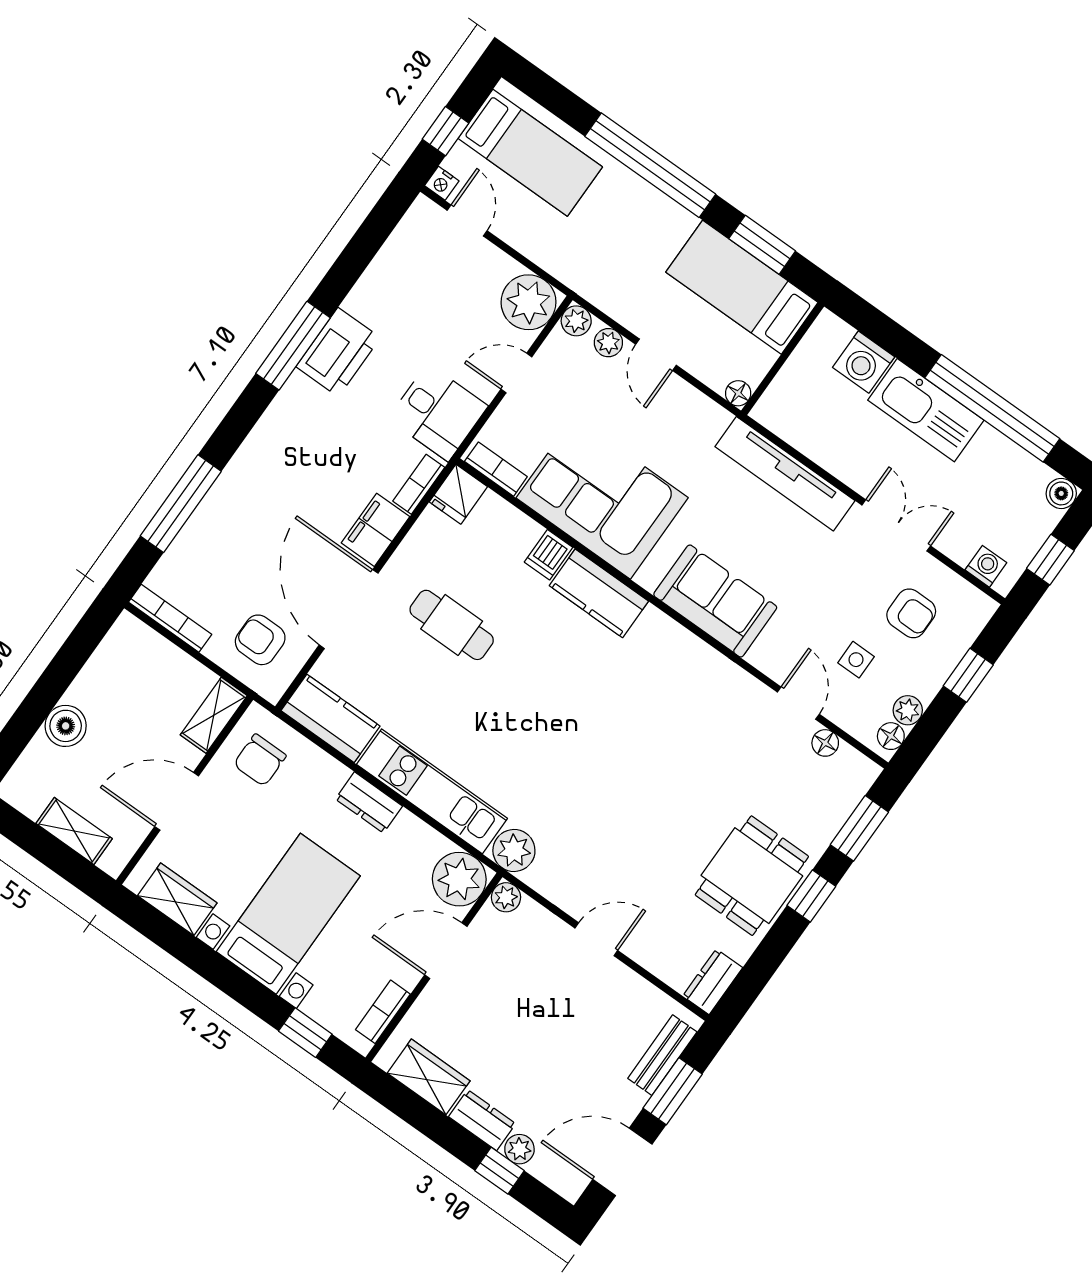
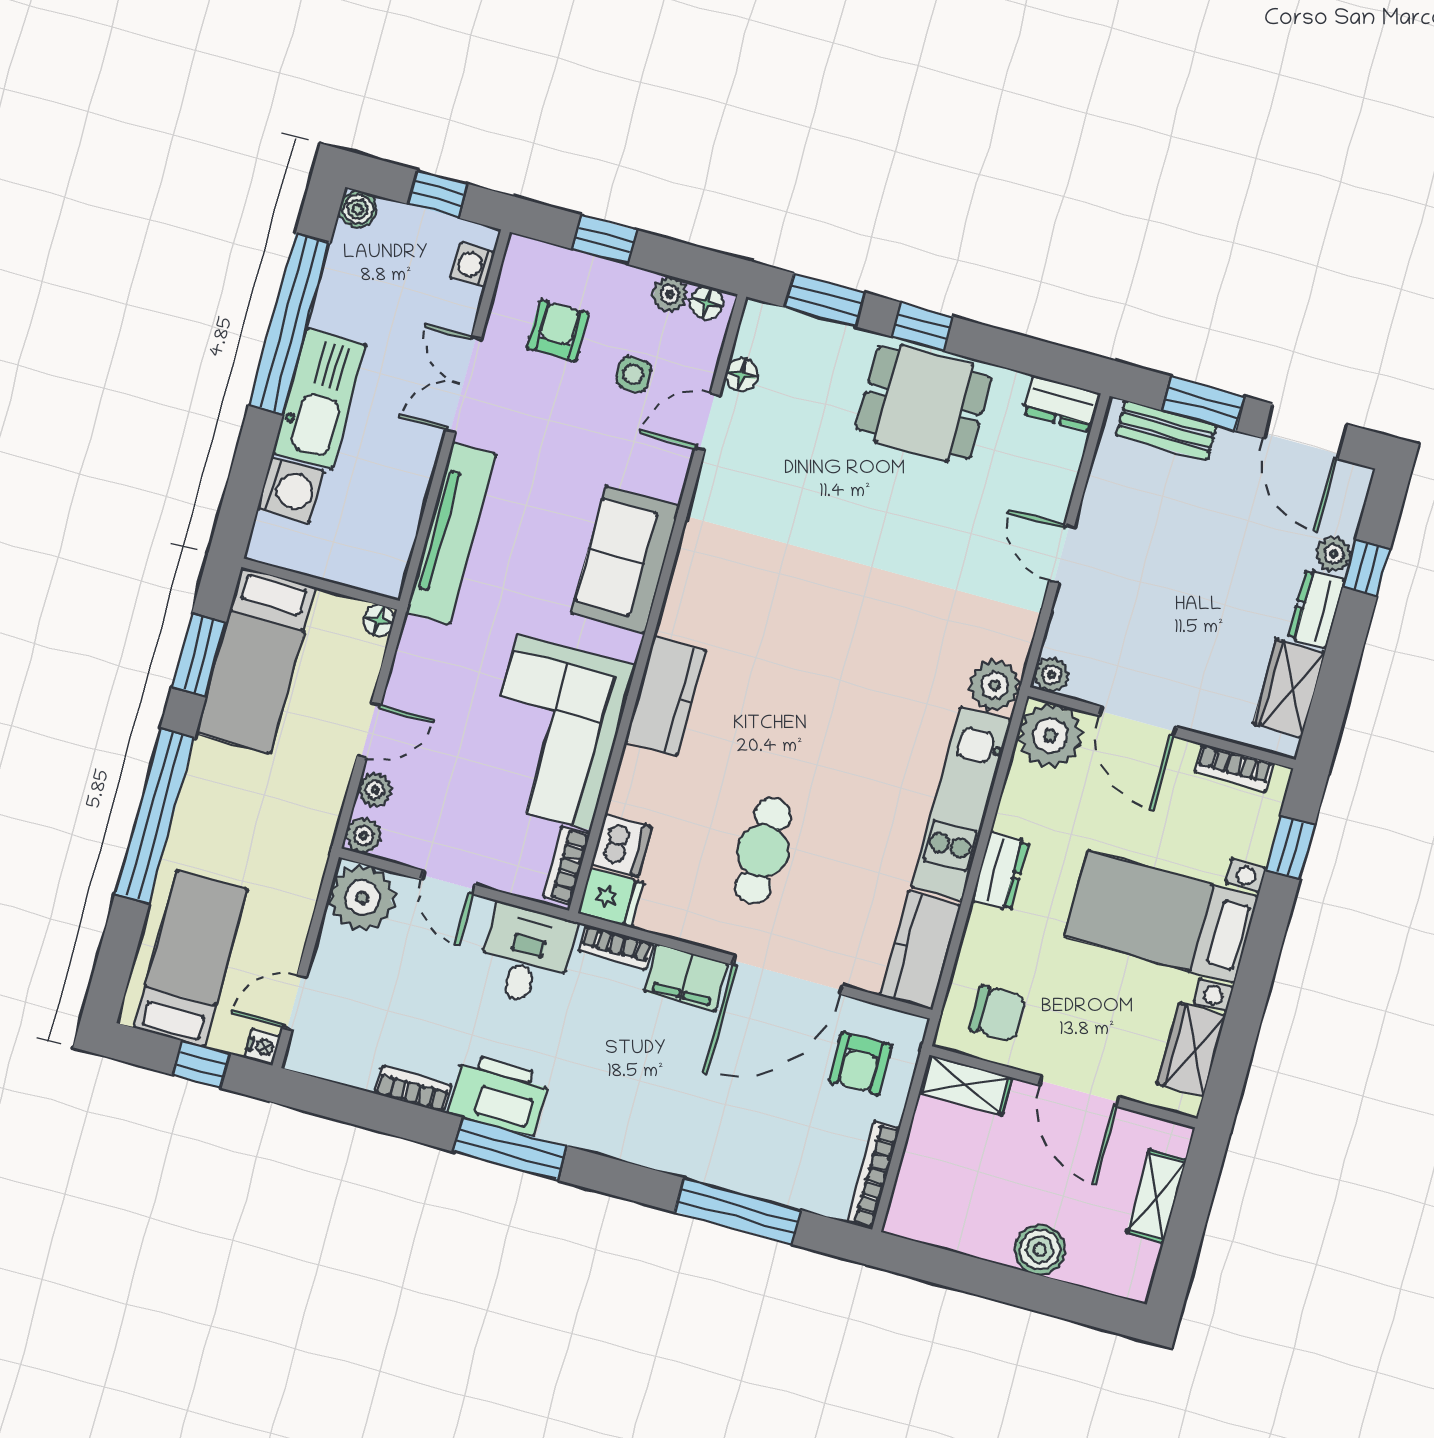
bookcase: (366, 288) -> (413, 1089), added
dishwasher: (549, 555) -> (621, 845), moved, width x1.38

